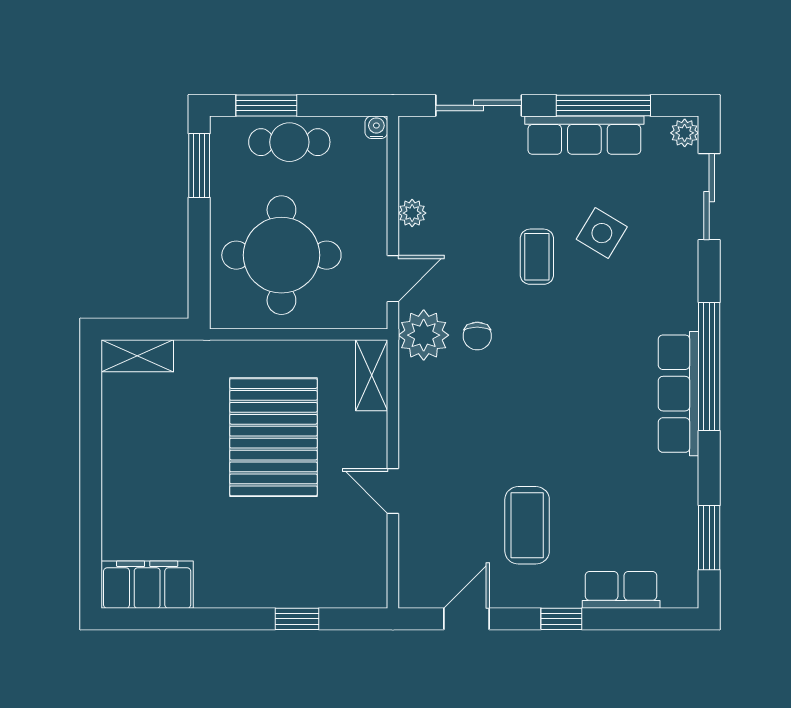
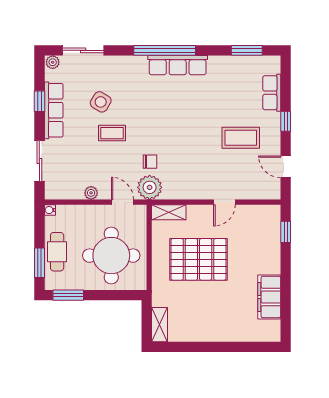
window: (603, 105) -> (39, 101), width x0.46
filing cabinet: (147, 585) -> (269, 297), moved
window: (297, 619) -> (286, 232), moved

